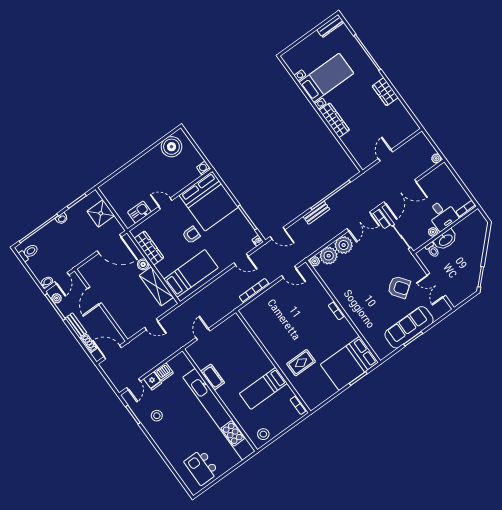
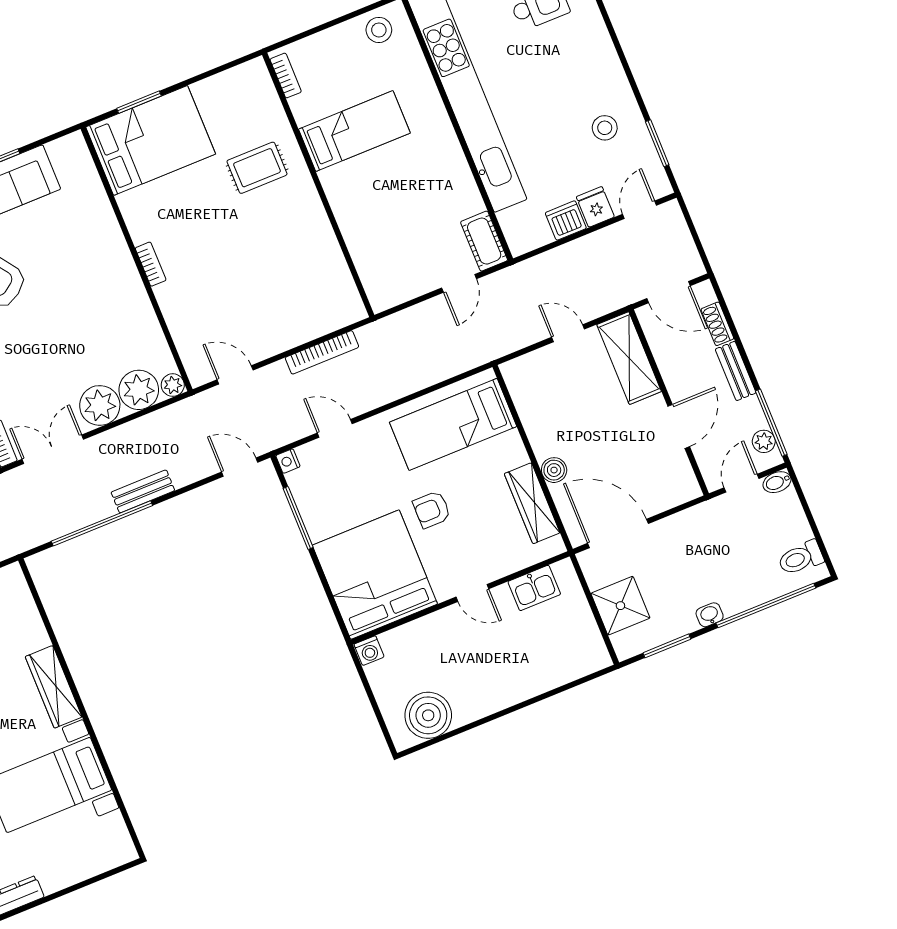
shelving: (156, 286) -> (629, 358), moved
cot: (213, 377) -> (484, 241), moved

